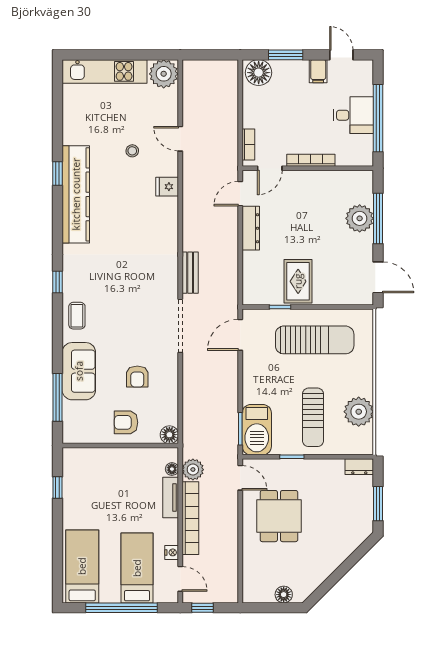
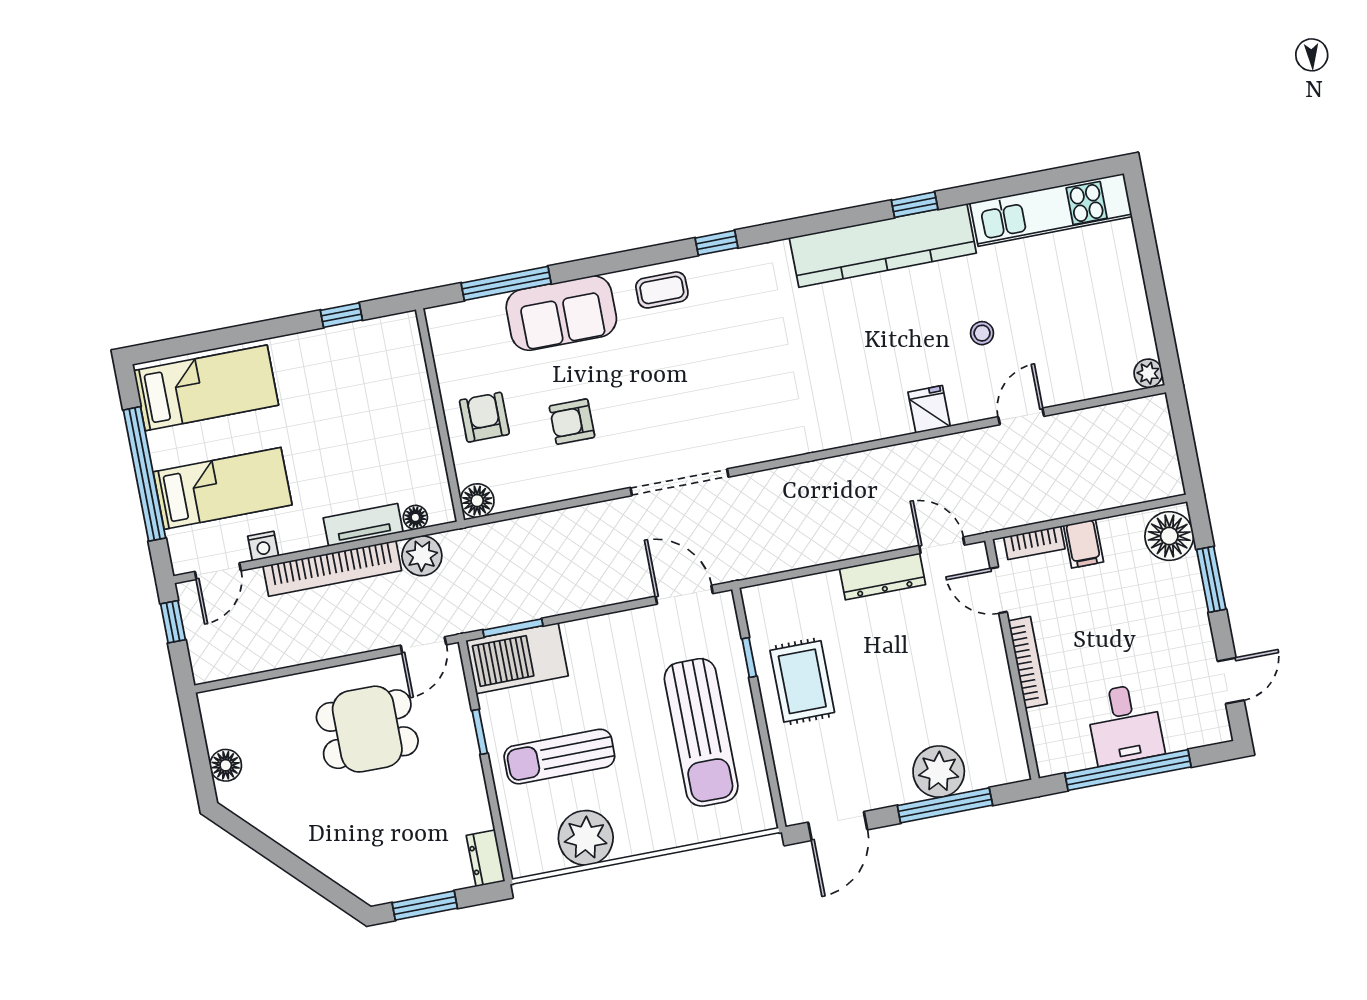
kitchen unit: (105, 71) -> (1051, 210), moved, turned -90
filing cabinet: (318, 71) -> (1084, 544), moved, turned -90
plant: (164, 74) -> (1148, 373), width x0.53, depth x0.53
bench: (190, 273) -> (780, 481), removed
rug: (298, 281) -> (802, 681), turned 90

